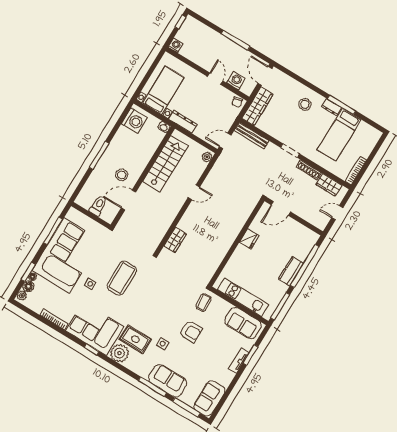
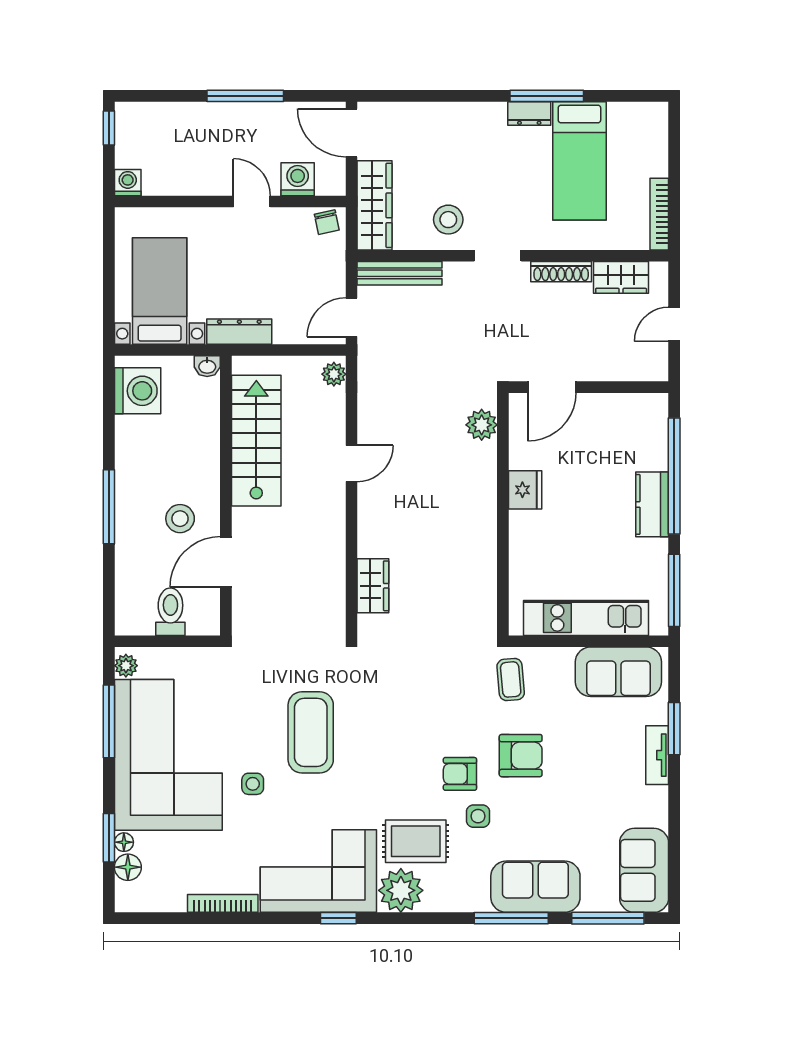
stool: (305, 104) -> (448, 220), moved
plant: (248, 207) -> (482, 425), added
plant: (22, 295) -> (126, 666), moved
armchair: (165, 325) -> (460, 774), added

